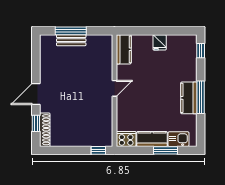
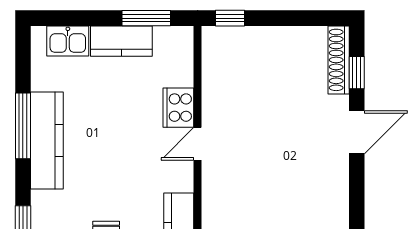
kitchen counter: (189, 98) -> (47, 141), width x1.50
cooker: (126, 139) -> (178, 108), moved, turned 90
window: (165, 150) -> (146, 18), moved

